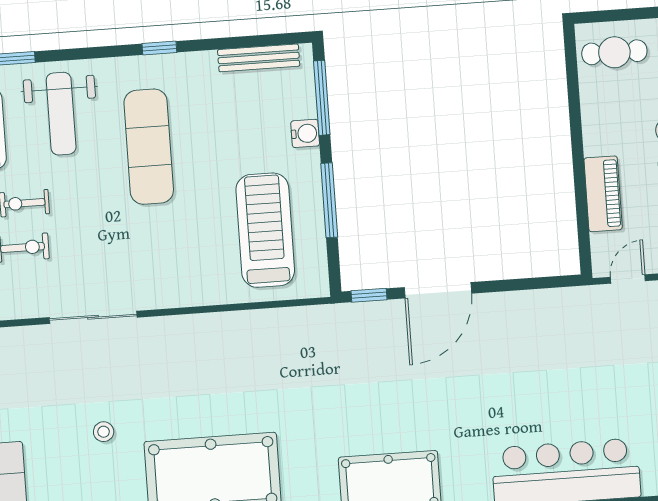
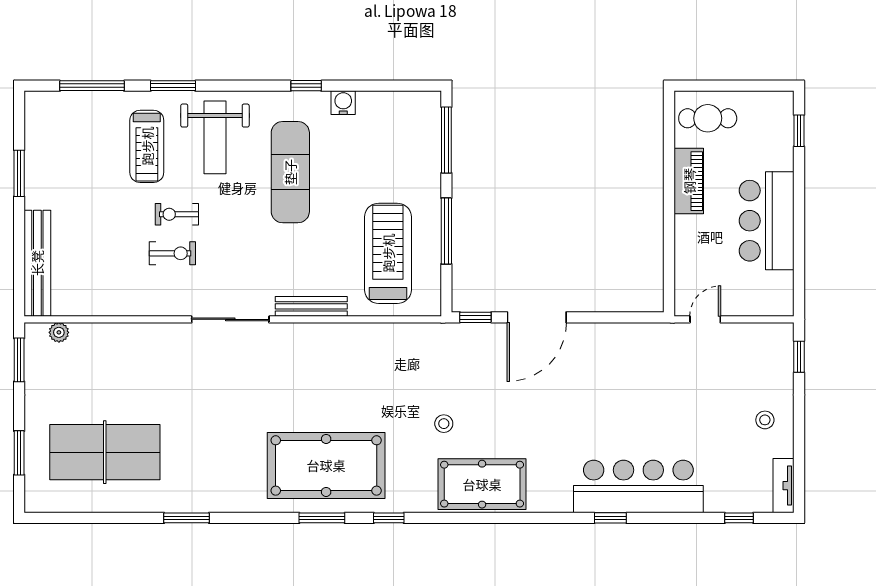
bench: (259, 58) -> (311, 306), moved
water cooler: (305, 133) -> (343, 103), moved, turned -90
piano: (603, 194) -> (689, 181), moved
stool: (104, 432) -> (444, 424), moved

